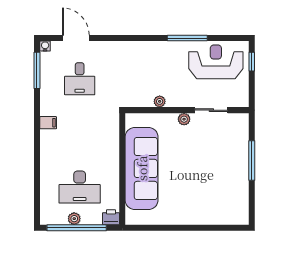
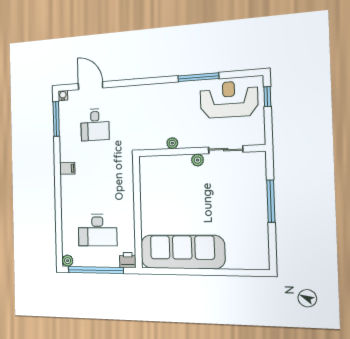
sofa: (142, 168) -> (182, 252), moved, turned -90
plant: (74, 219) -> (68, 261), moved

